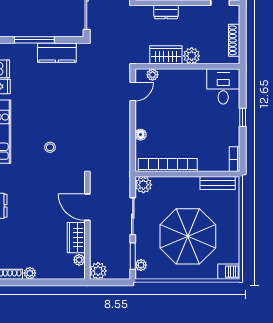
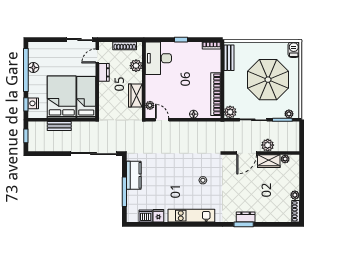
dresser: (166, 12) -> (104, 72), moved
plant: (192, 56) -> (136, 66), moved
desk: (223, 86) -> (158, 58), width x1.37
plant: (98, 271) -> (268, 145), moved

